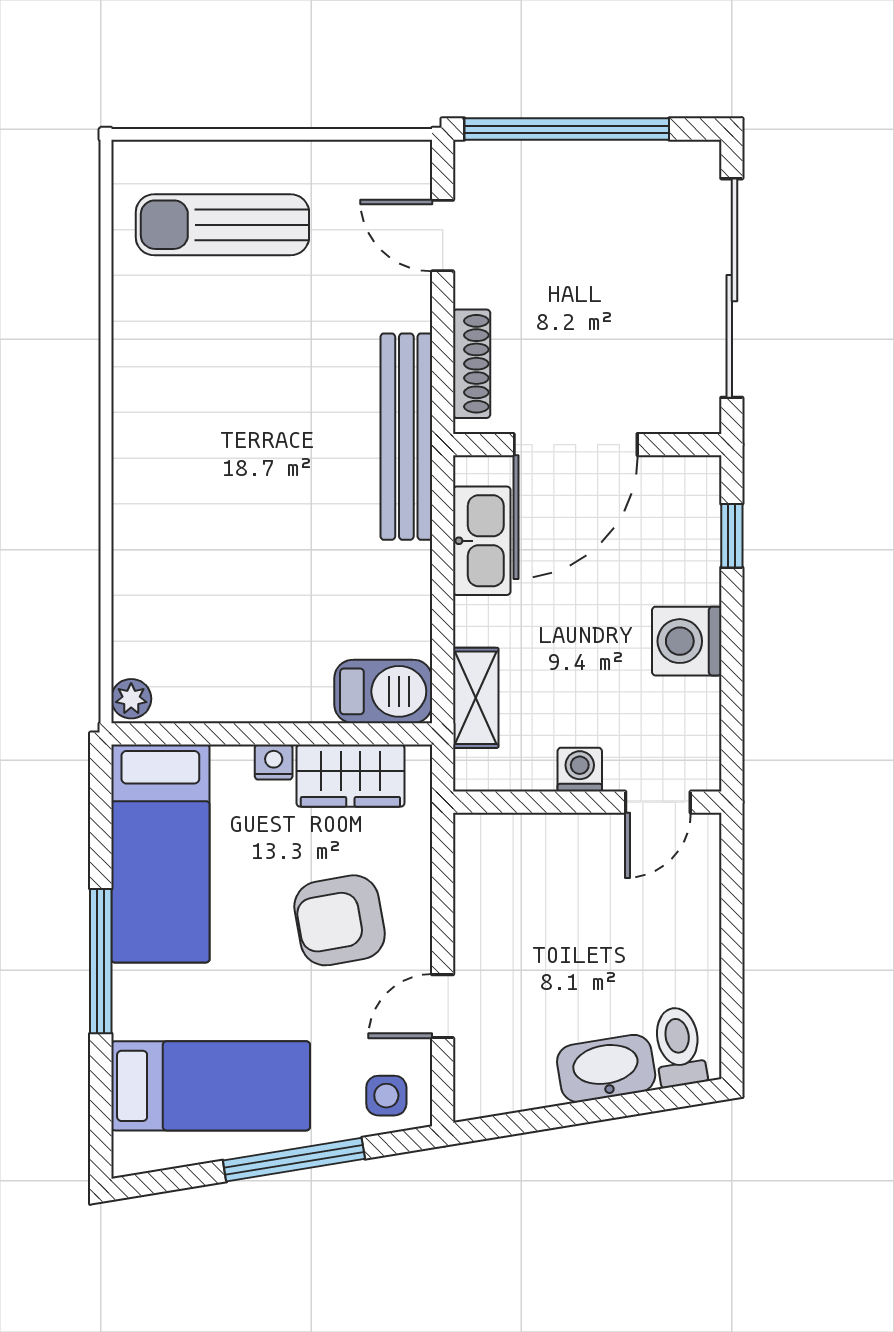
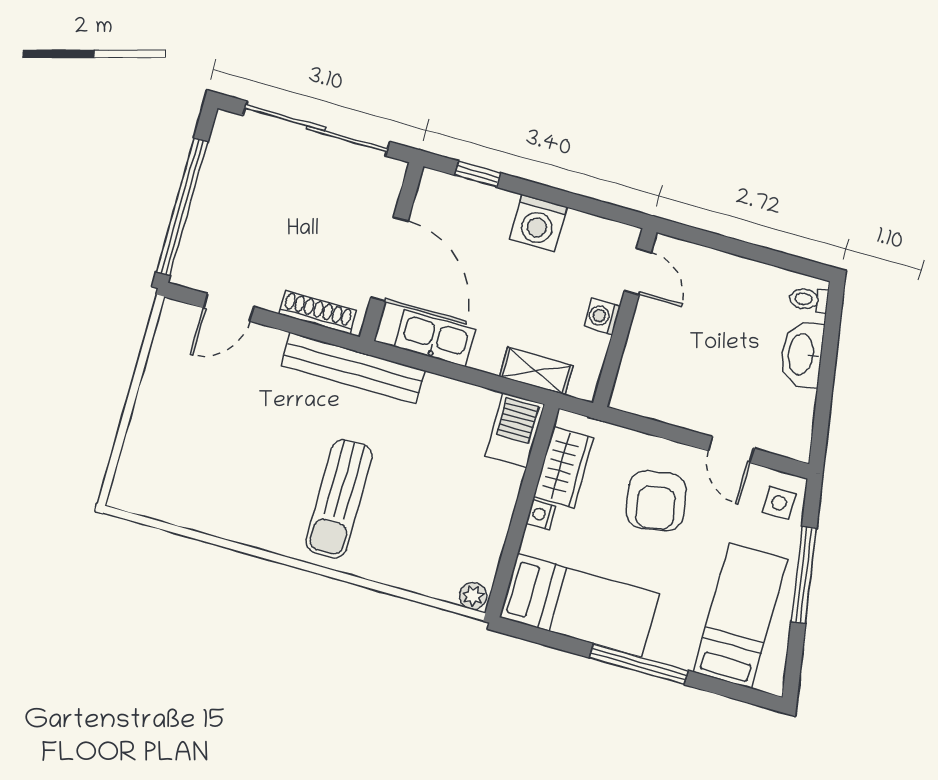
sun lounger: (222, 225) -> (339, 499), moved
toilet: (679, 1047) -> (809, 299), width x0.73, depth x0.72

